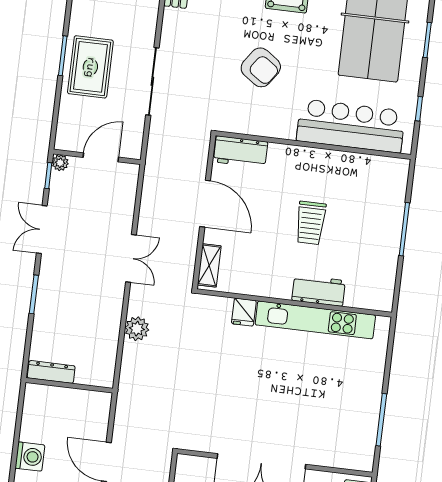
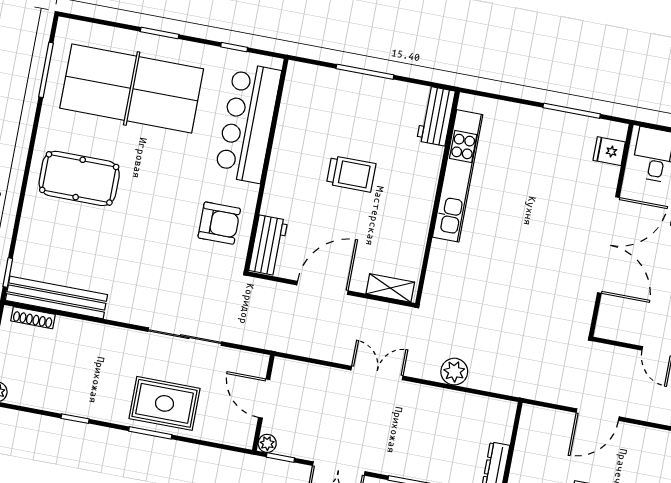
armchair: (261, 67) -> (219, 223), moved, turned 55
workbench: (319, 291) -> (436, 116), moved
fridge: (244, 312) -> (609, 151), moved, turned 180

